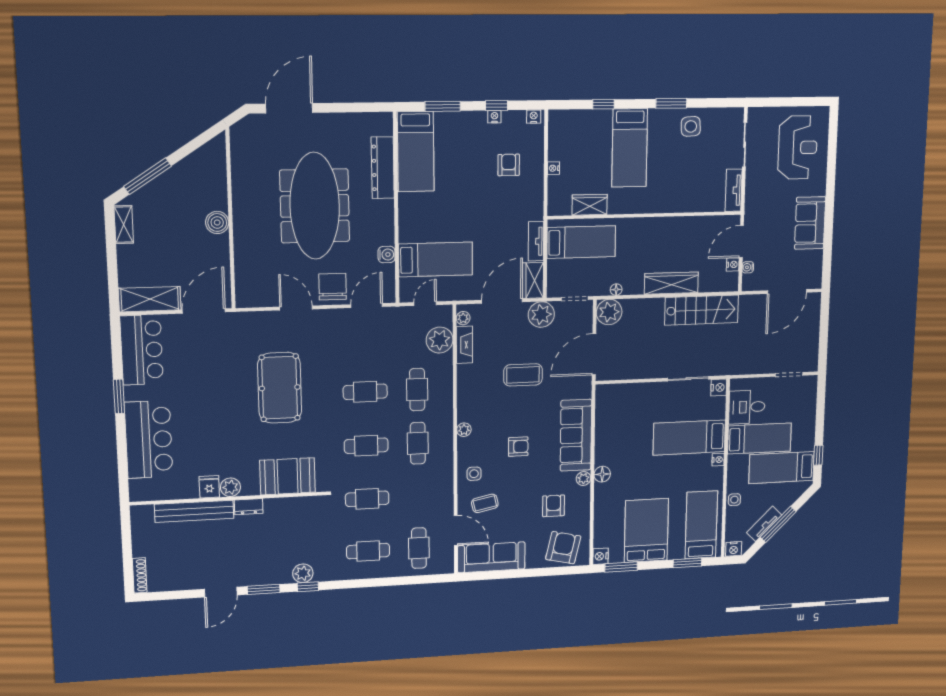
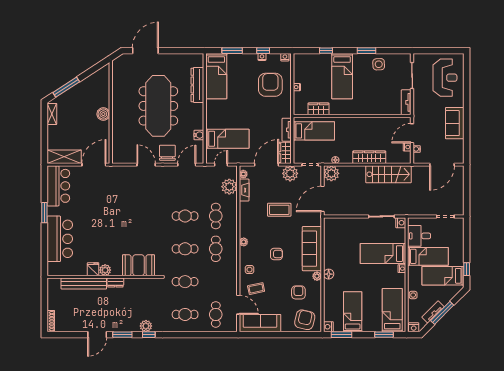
armchair: (509, 165) -> (270, 85), width x1.88, depth x1.88
pool table: (280, 388) -> (135, 211), removed
bed: (646, 531) -> (353, 312), width x0.67

